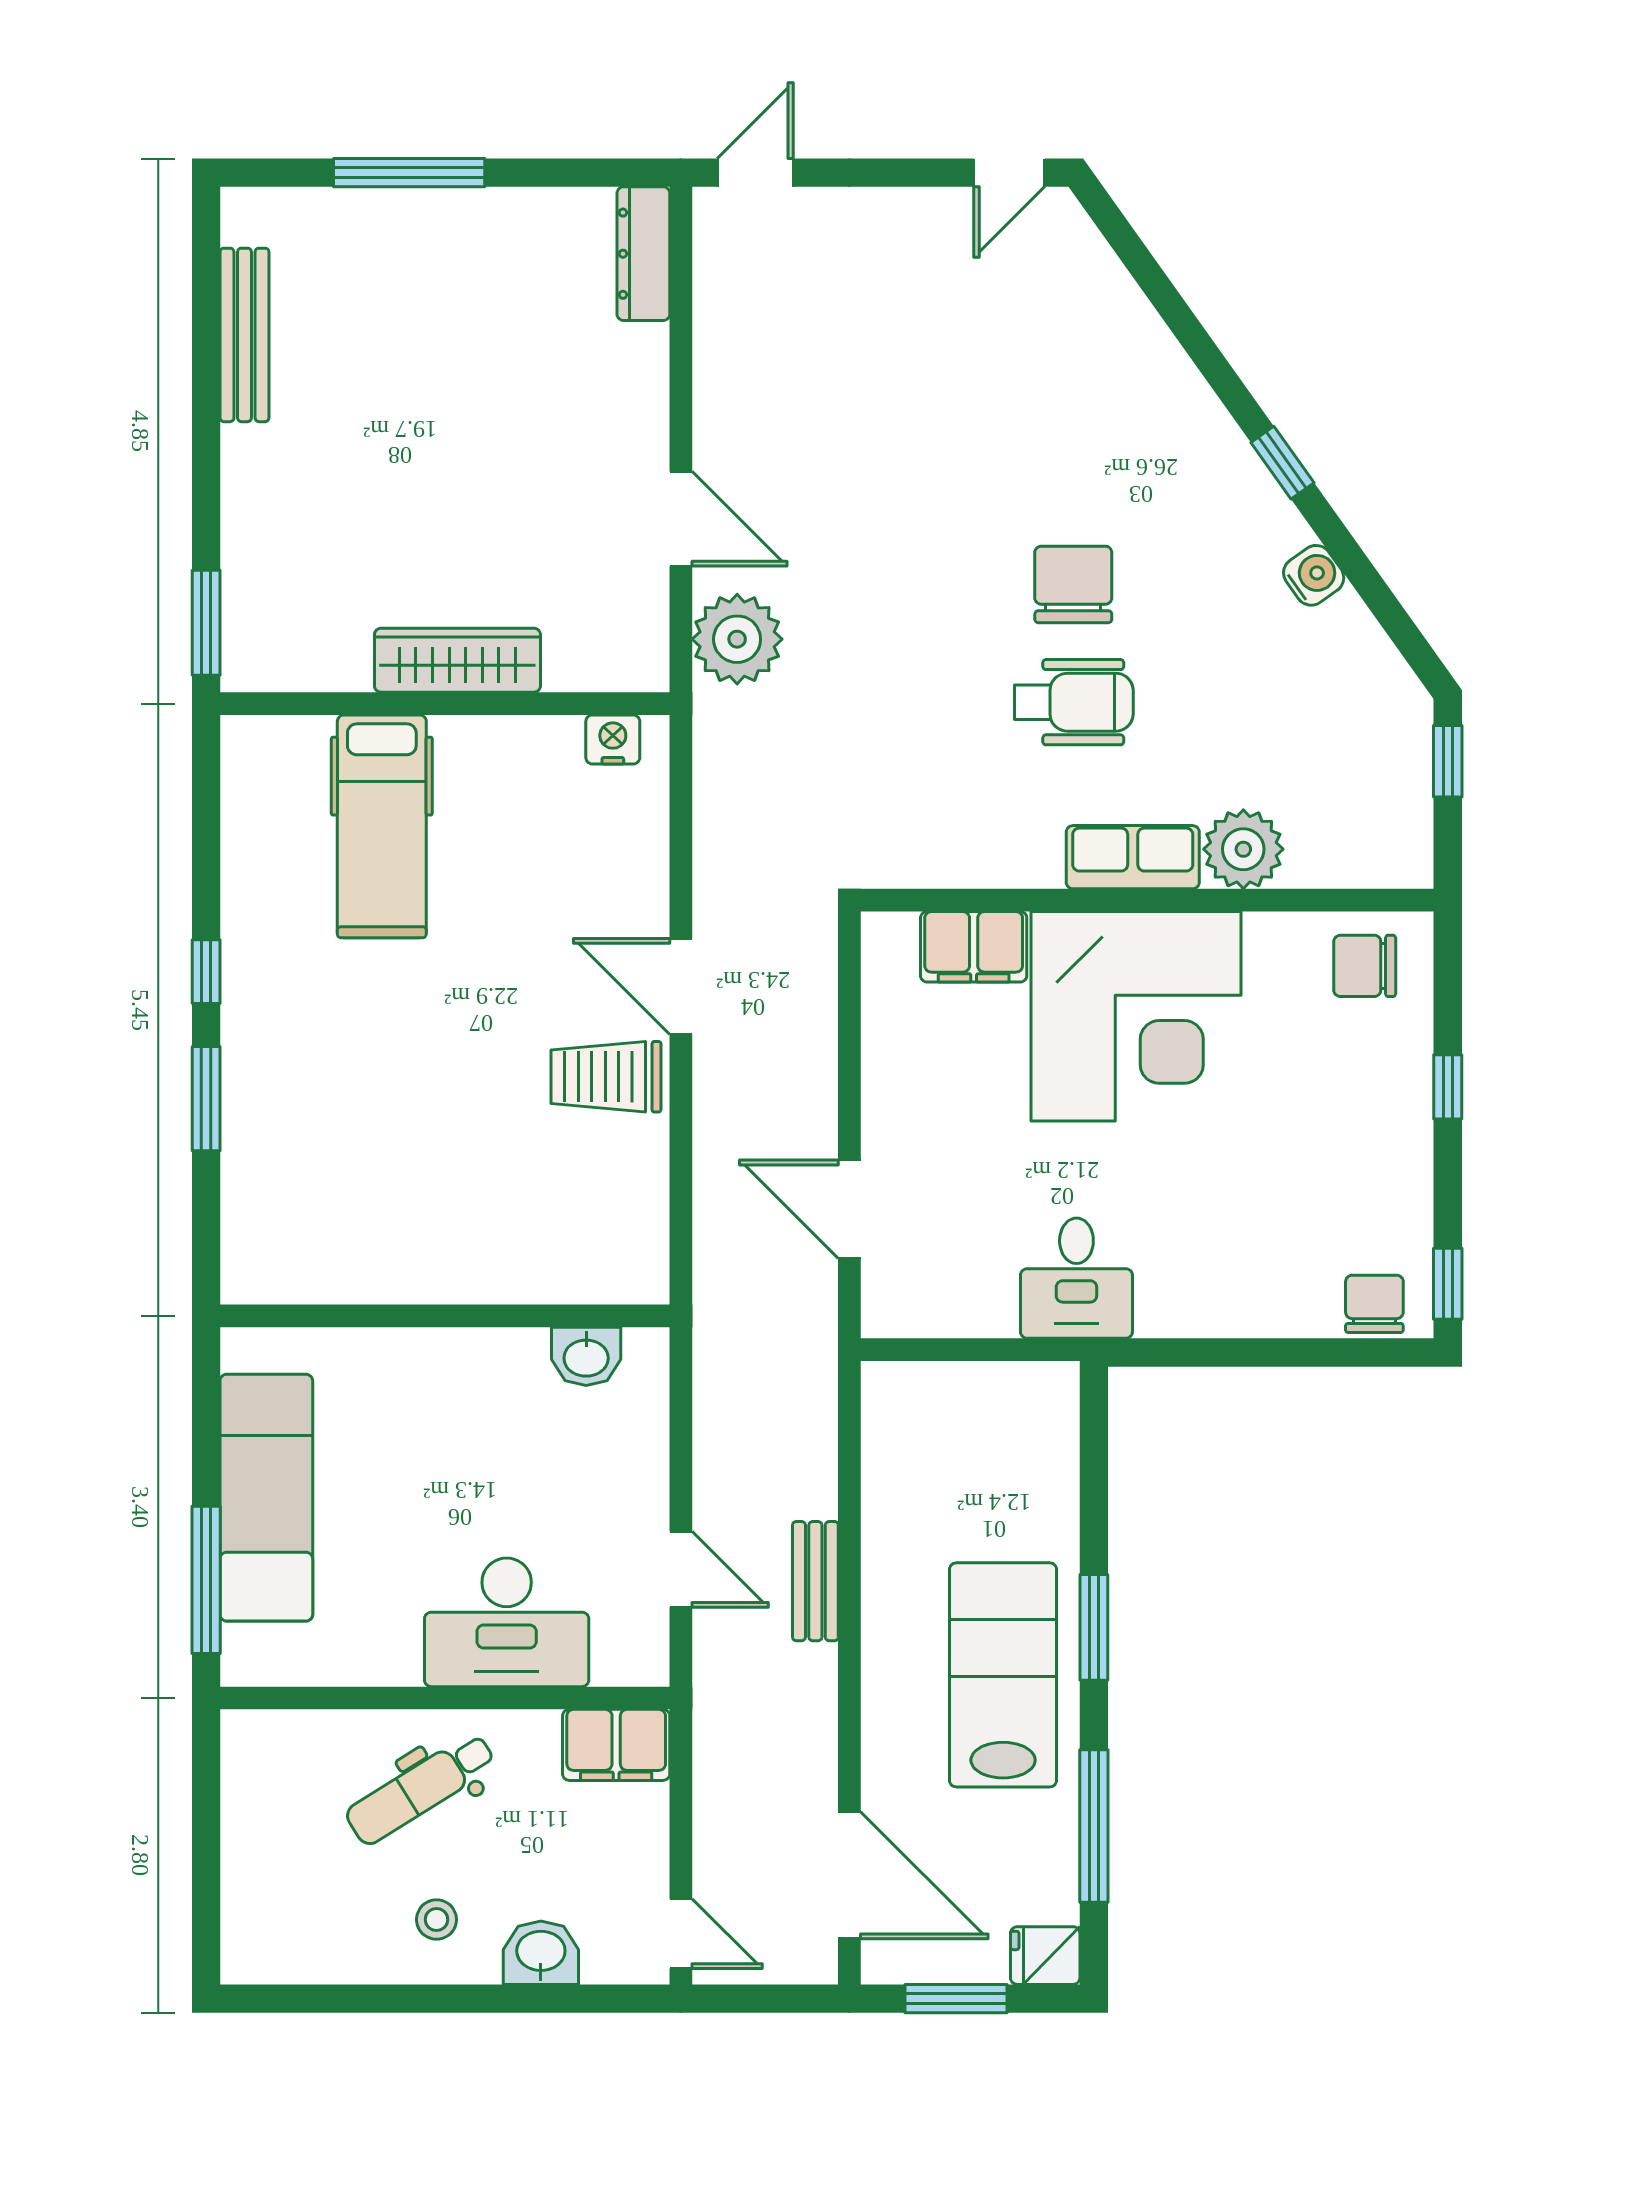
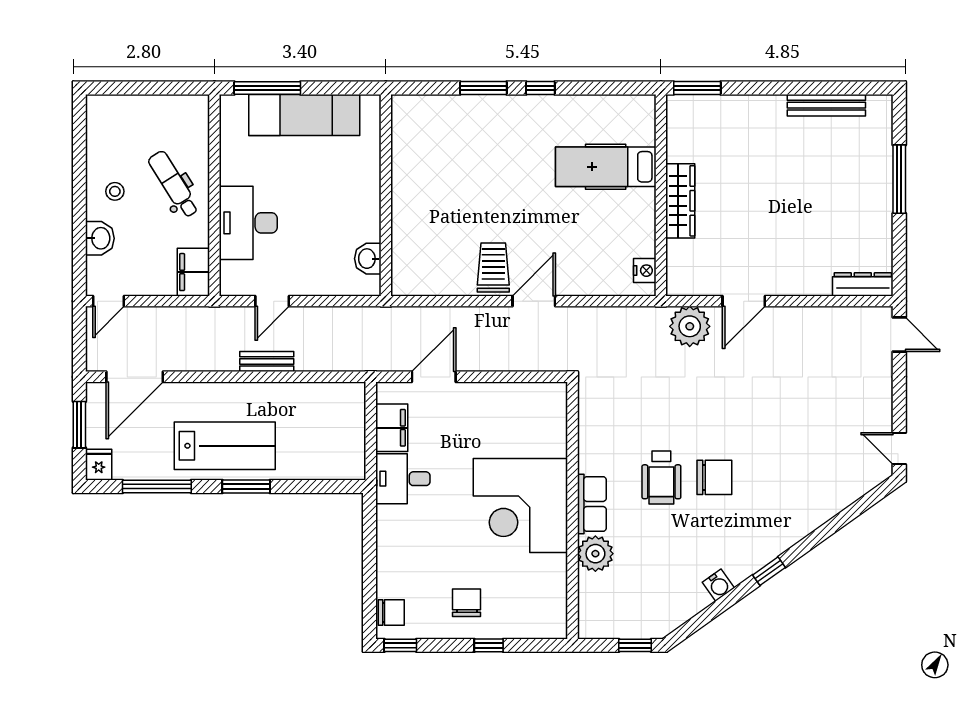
filing cabinet: (974, 947) -> (392, 428), moved, turned 180
chair: (1365, 966) -> (467, 603), moved

